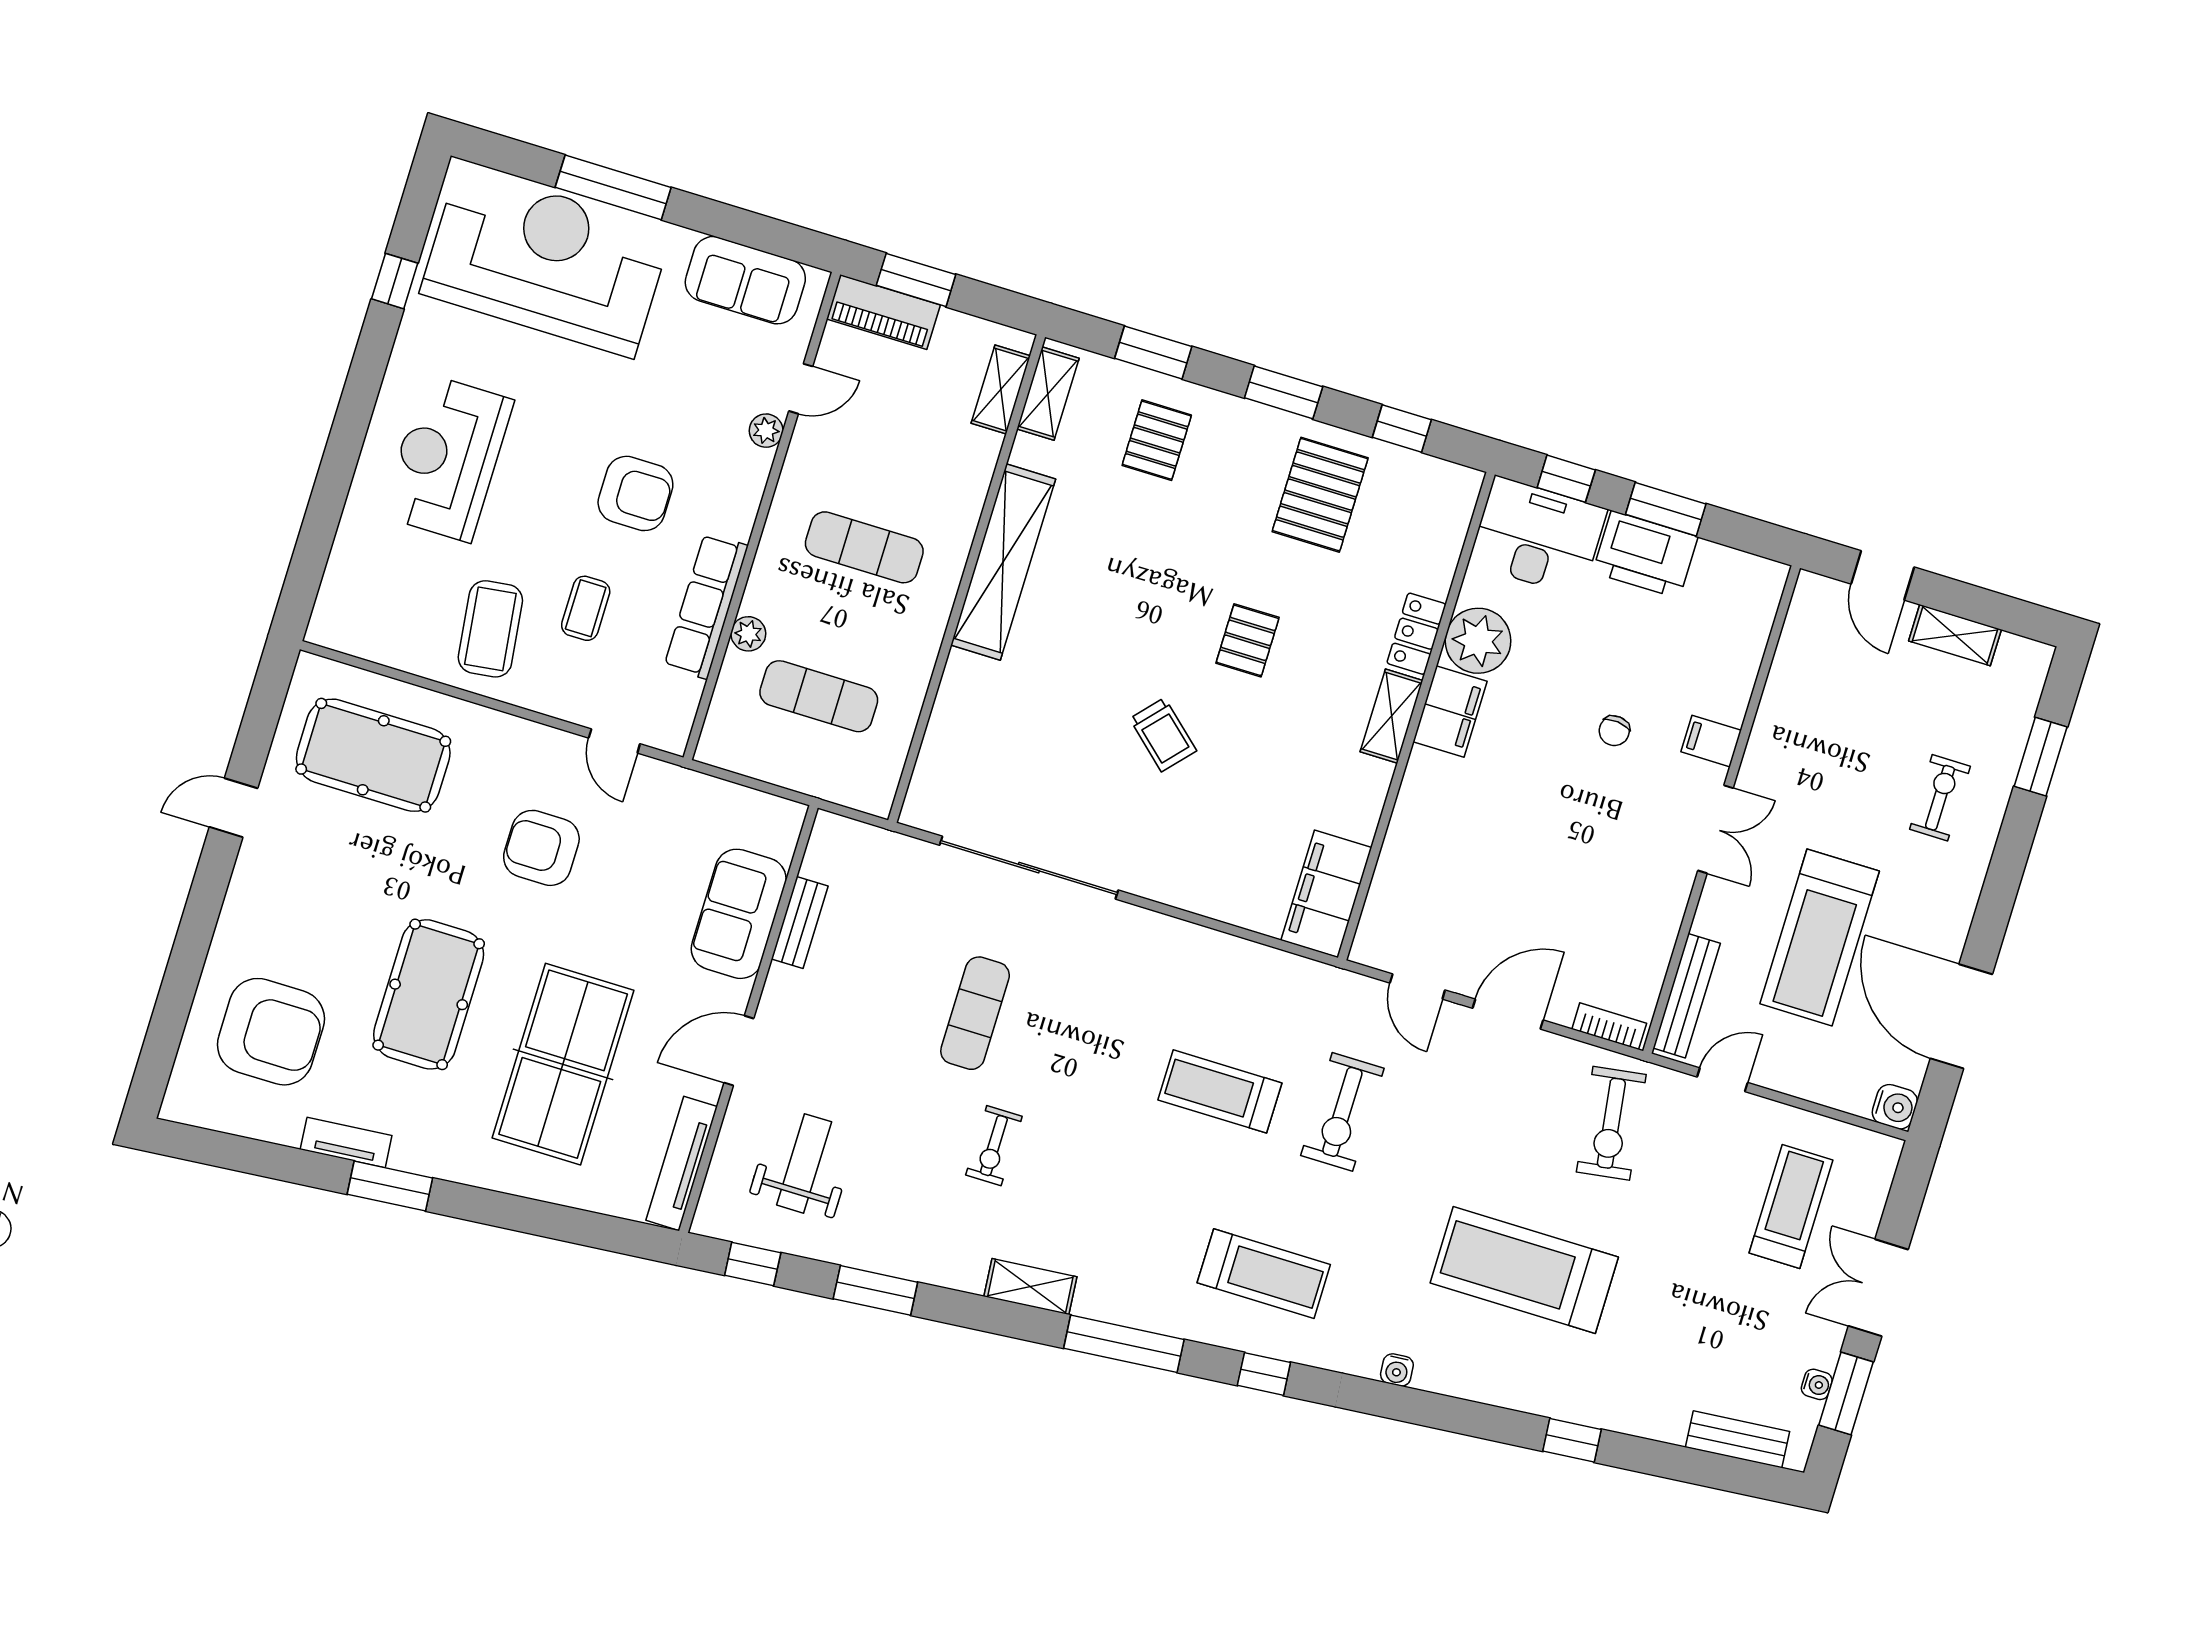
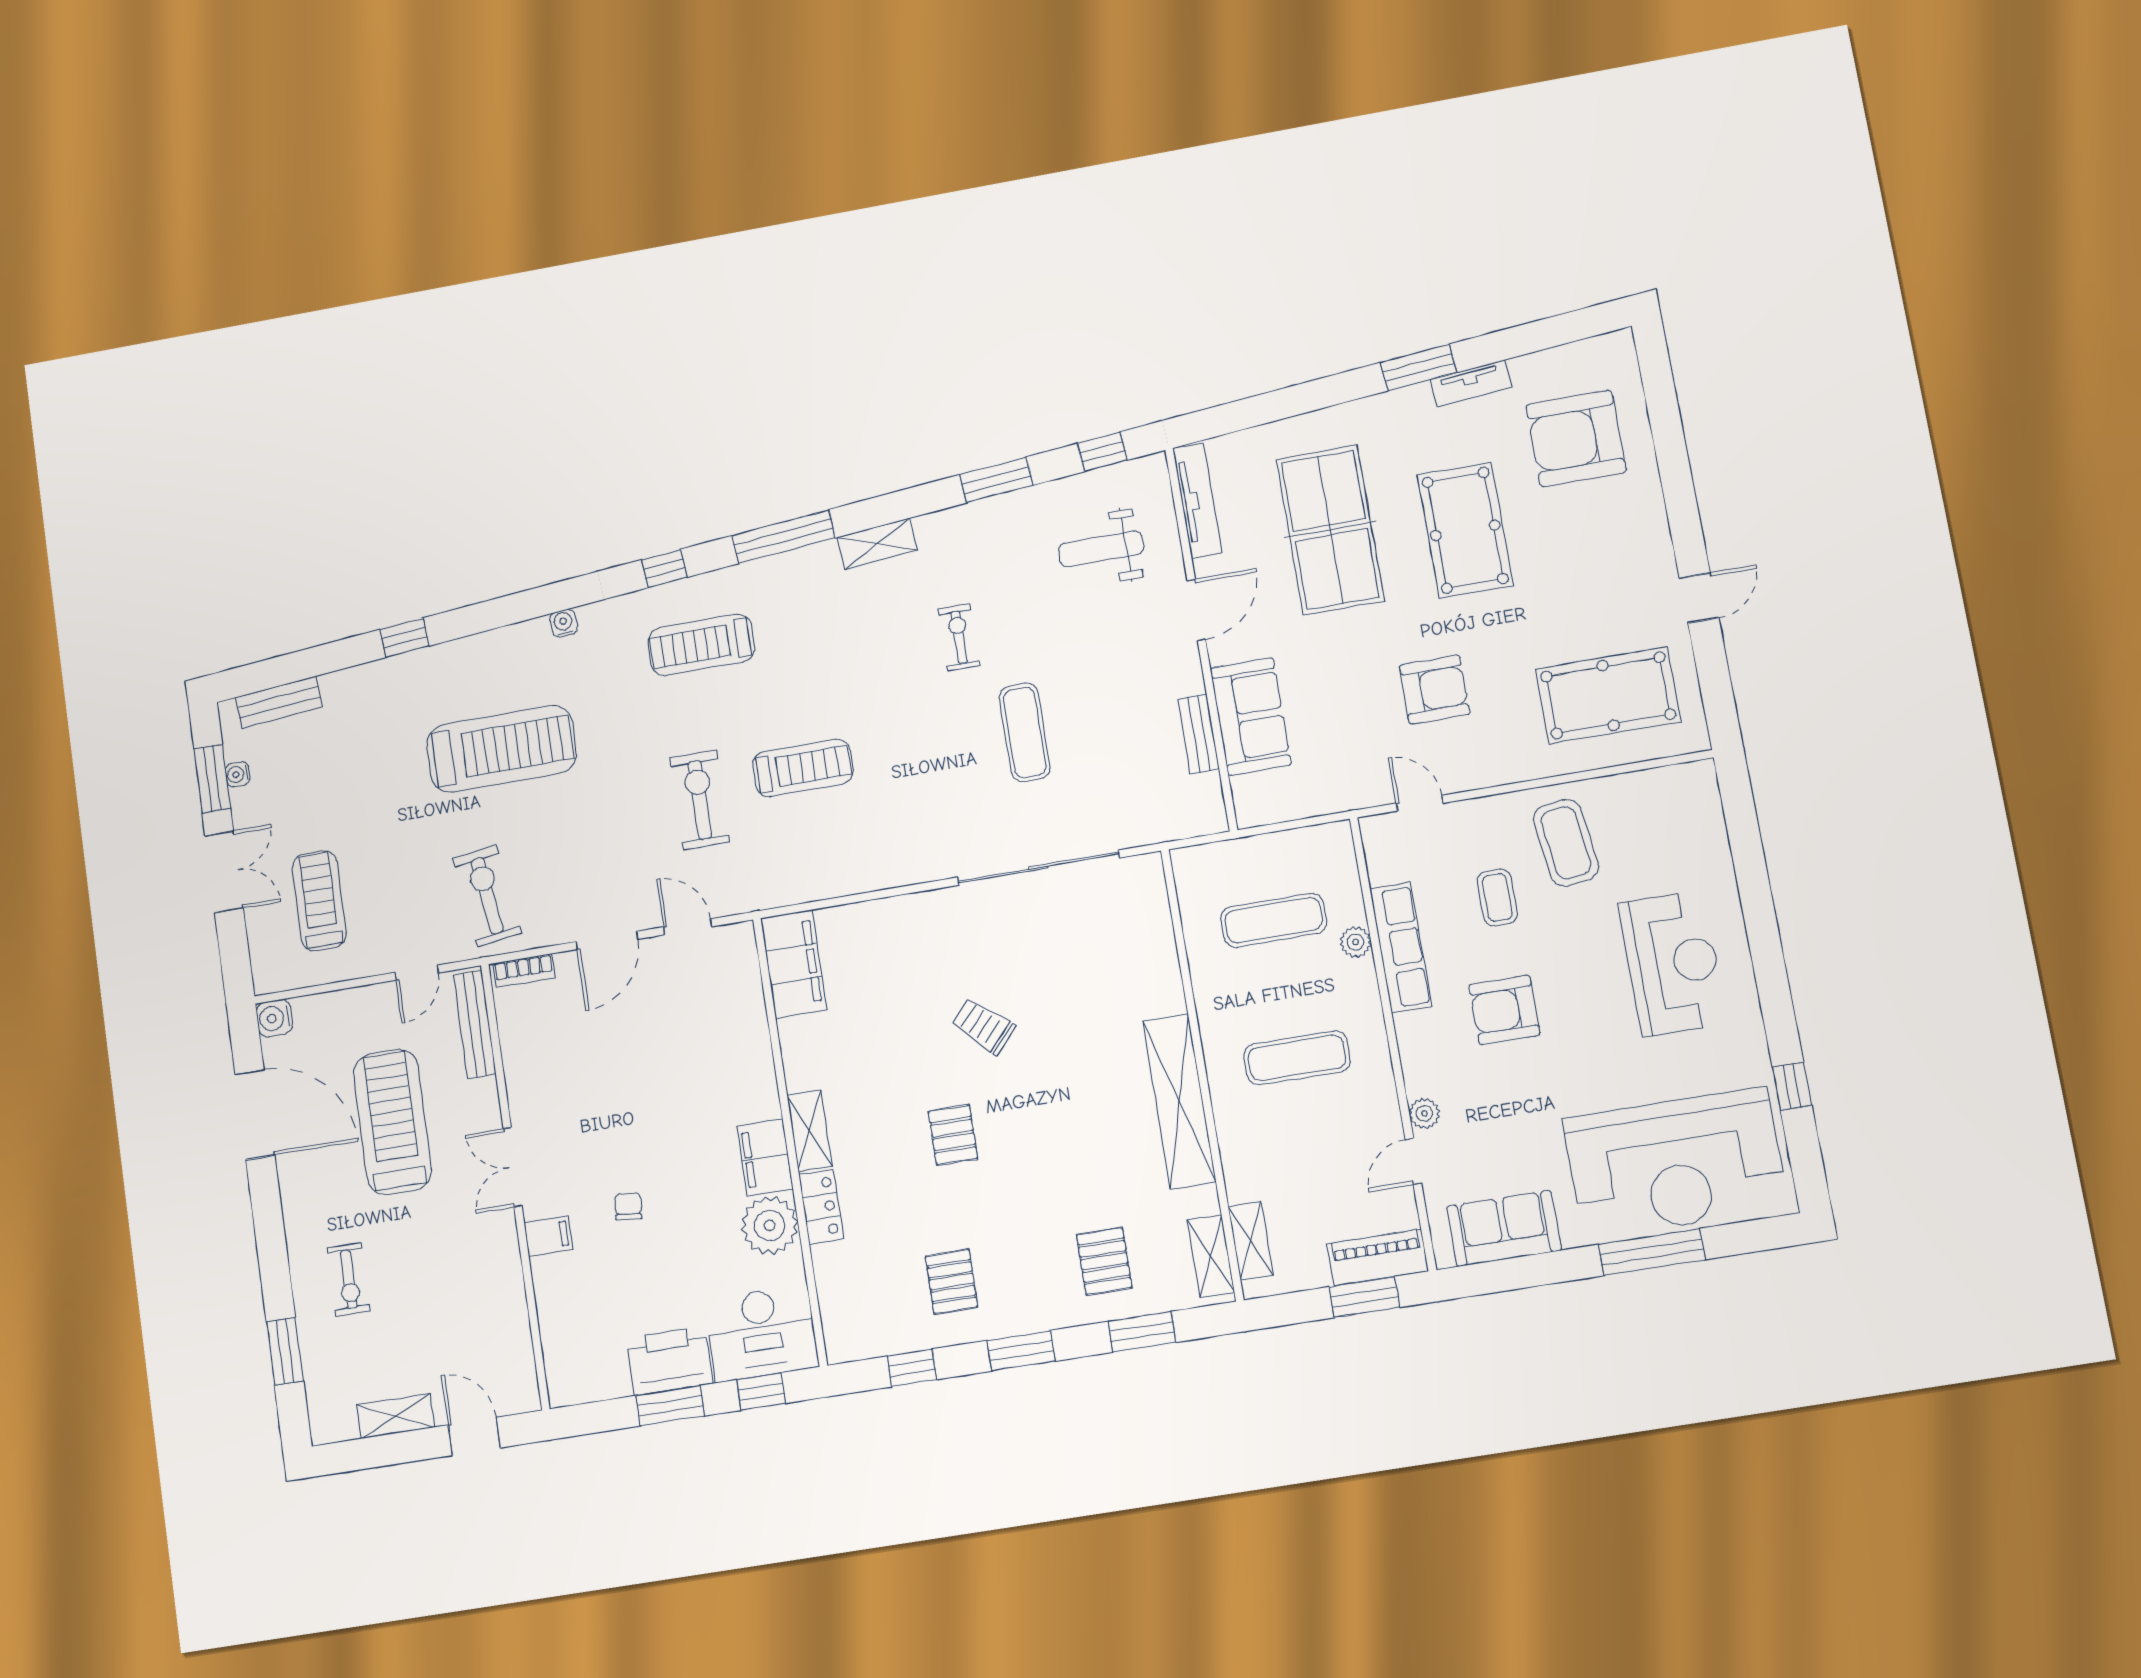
pallet: (1320, 495) -> (952, 1282), width x0.67, depth x0.71
weight bench: (804, 1163) -> (1101, 549), turned 90
treadmill: (1791, 1206) -> (319, 901), turned 180

